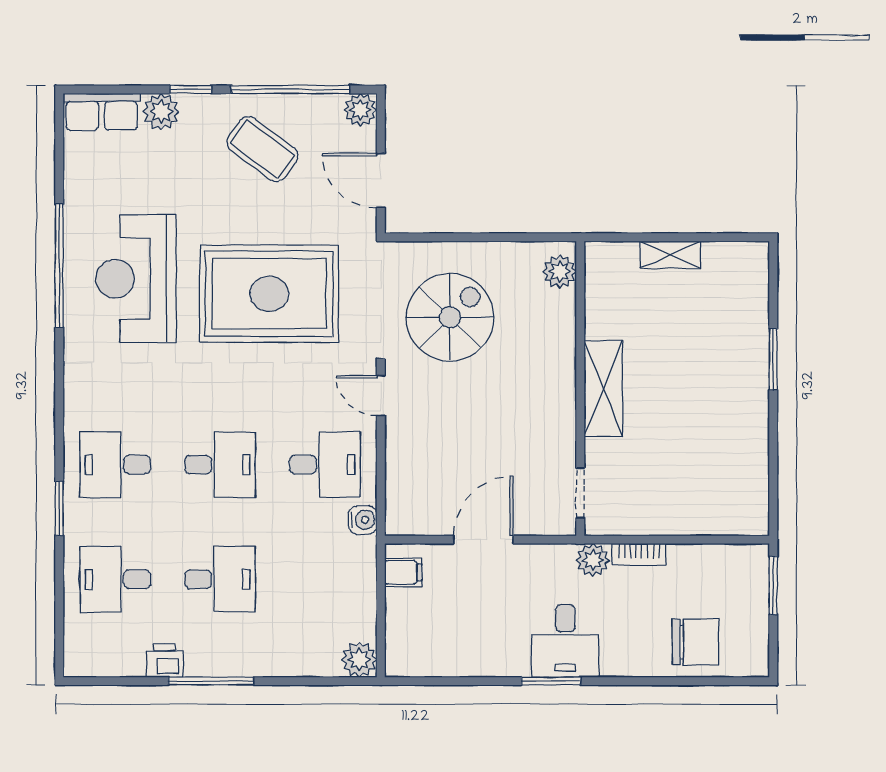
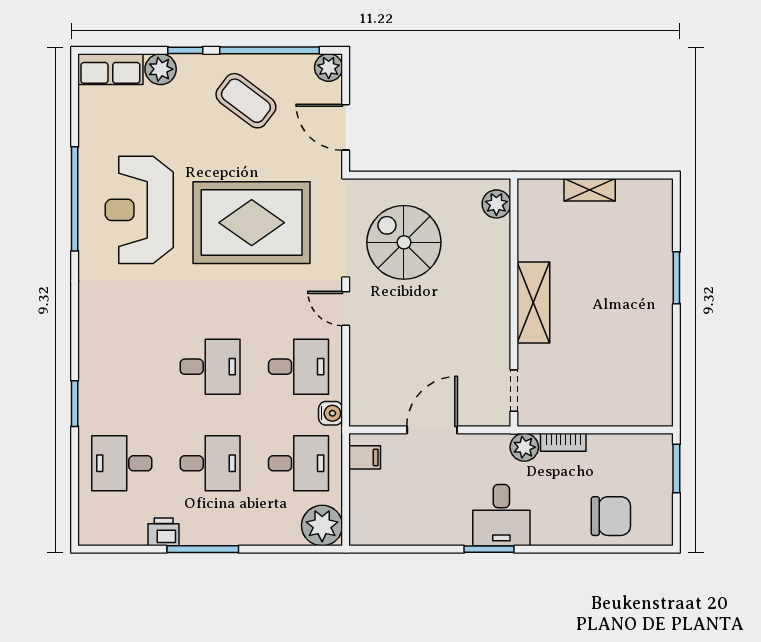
spiral stairs: (450, 317) -> (404, 242), turned -90
desk: (115, 465) -> (299, 463), moved, turned 180
plant: (359, 660) -> (322, 526), width x1.36, depth x1.36

